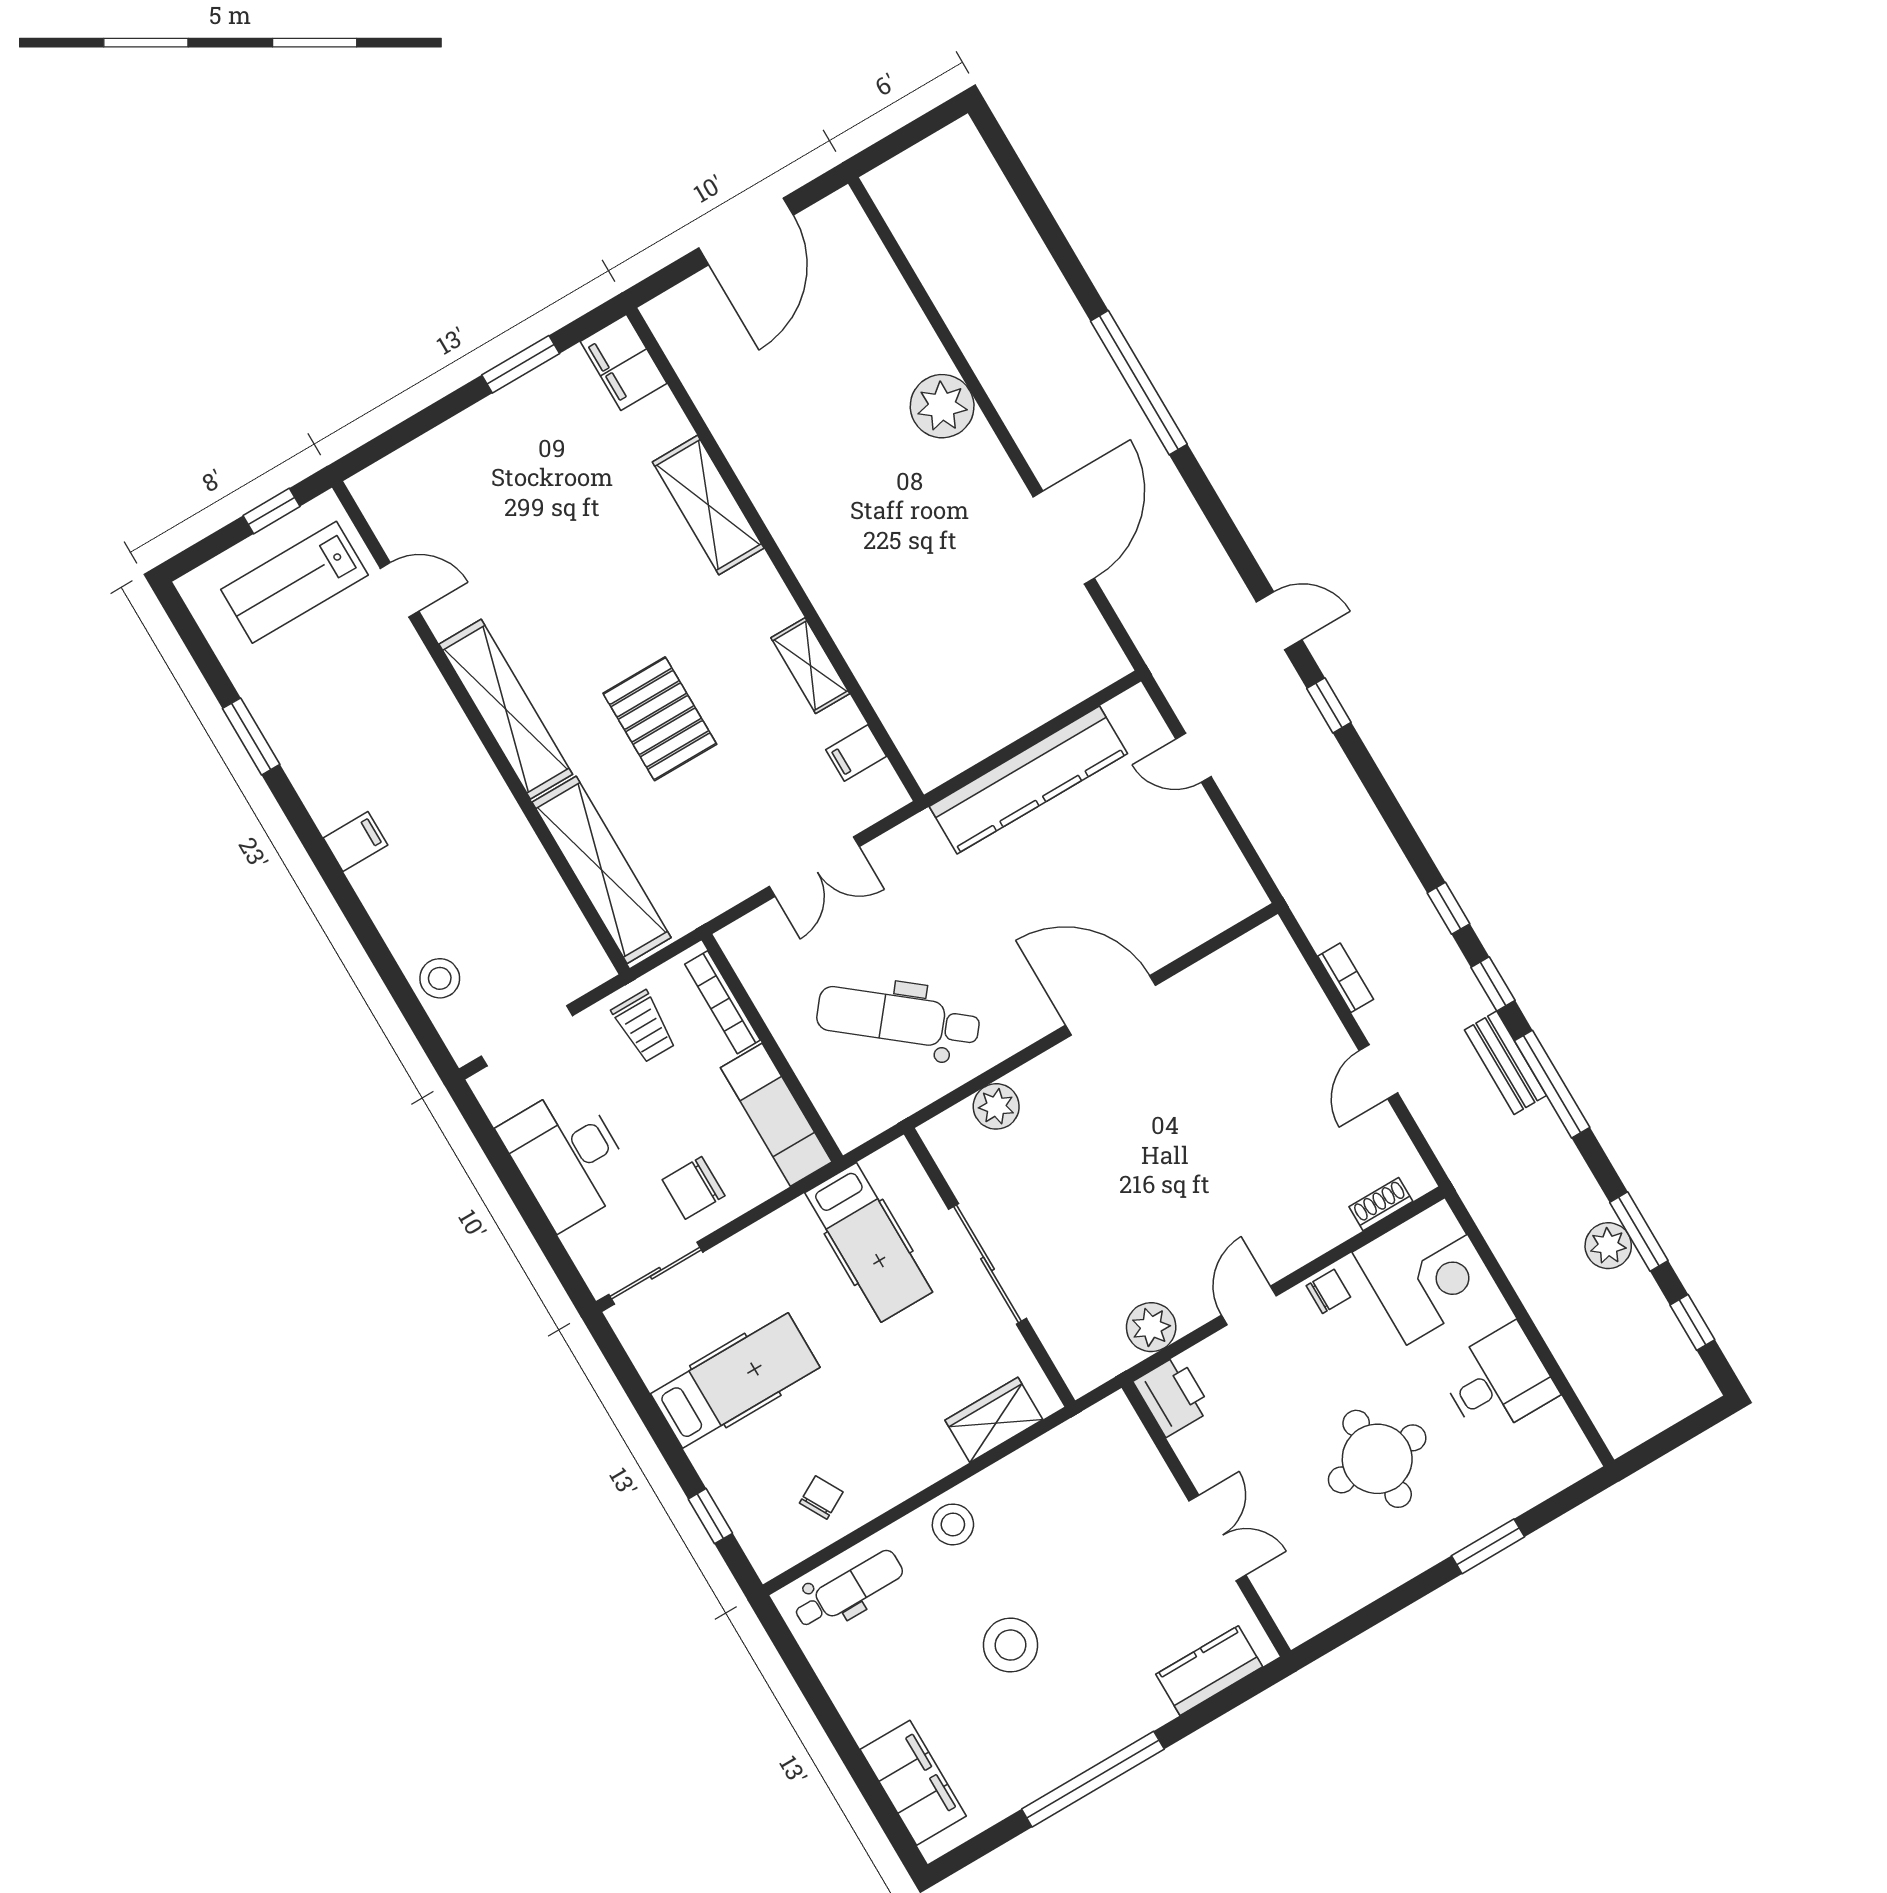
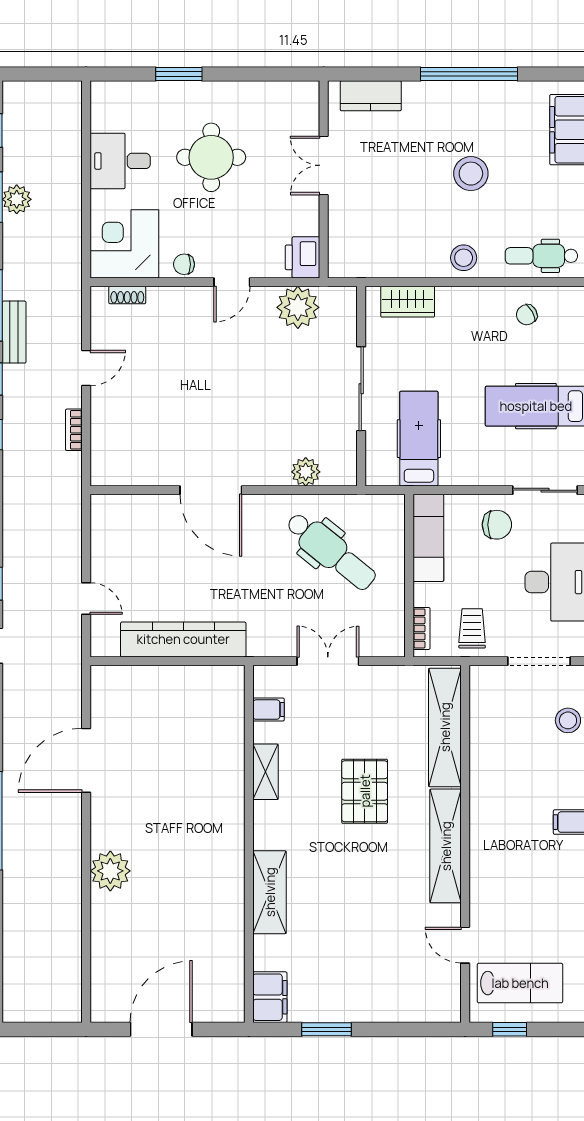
bookcase: (722, 1002) -> (421, 628), width x0.64
plant: (1151, 1327) -> (298, 307), width x1.36, depth x1.36

